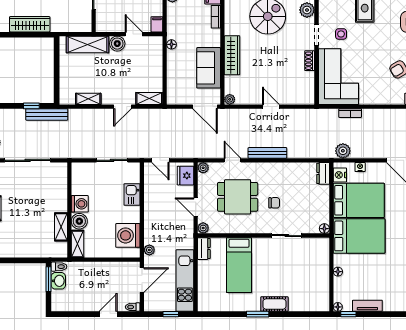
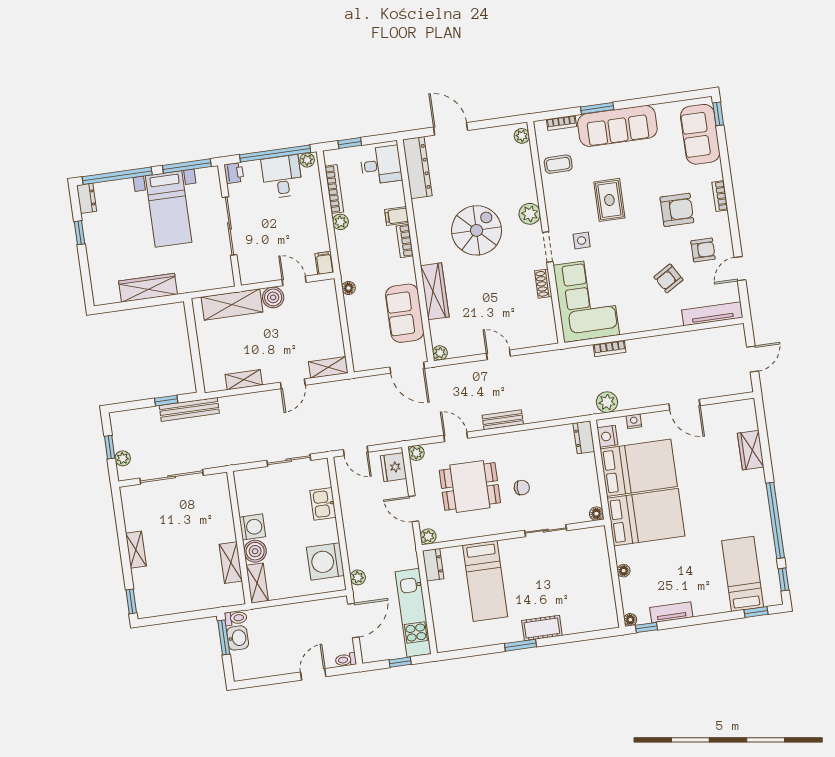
bench: (267, 153) -> (503, 420), width x0.73

